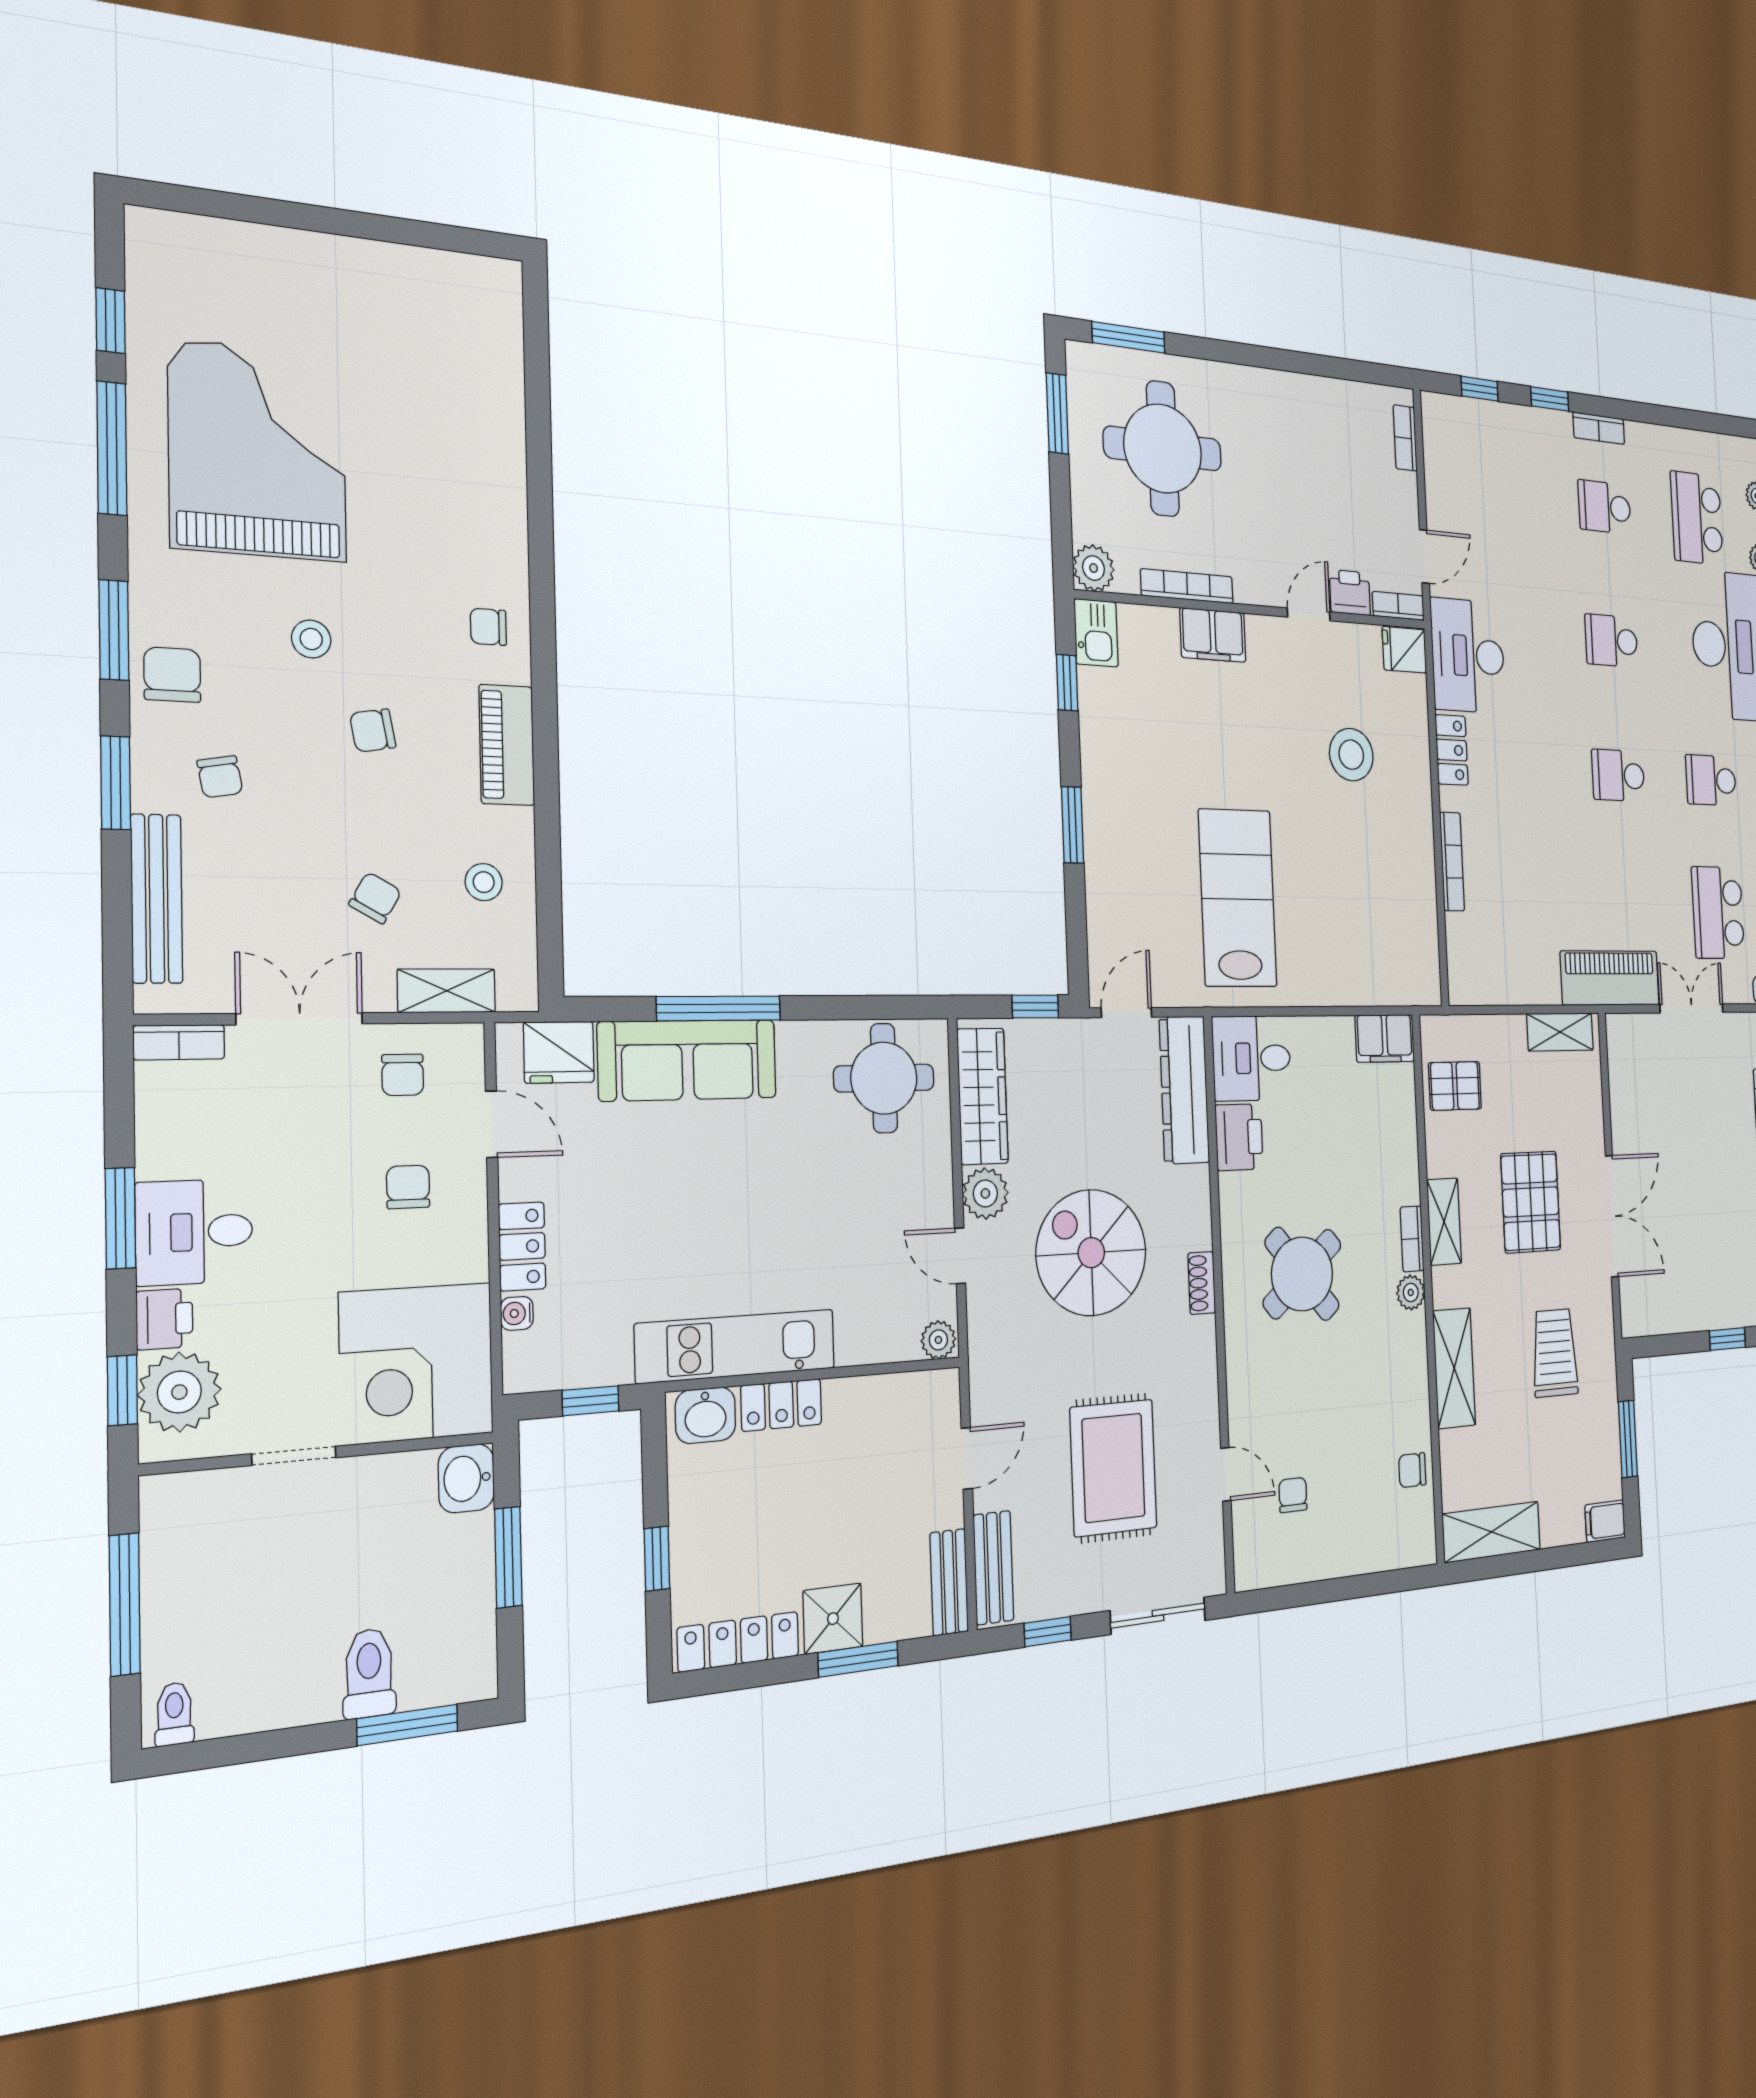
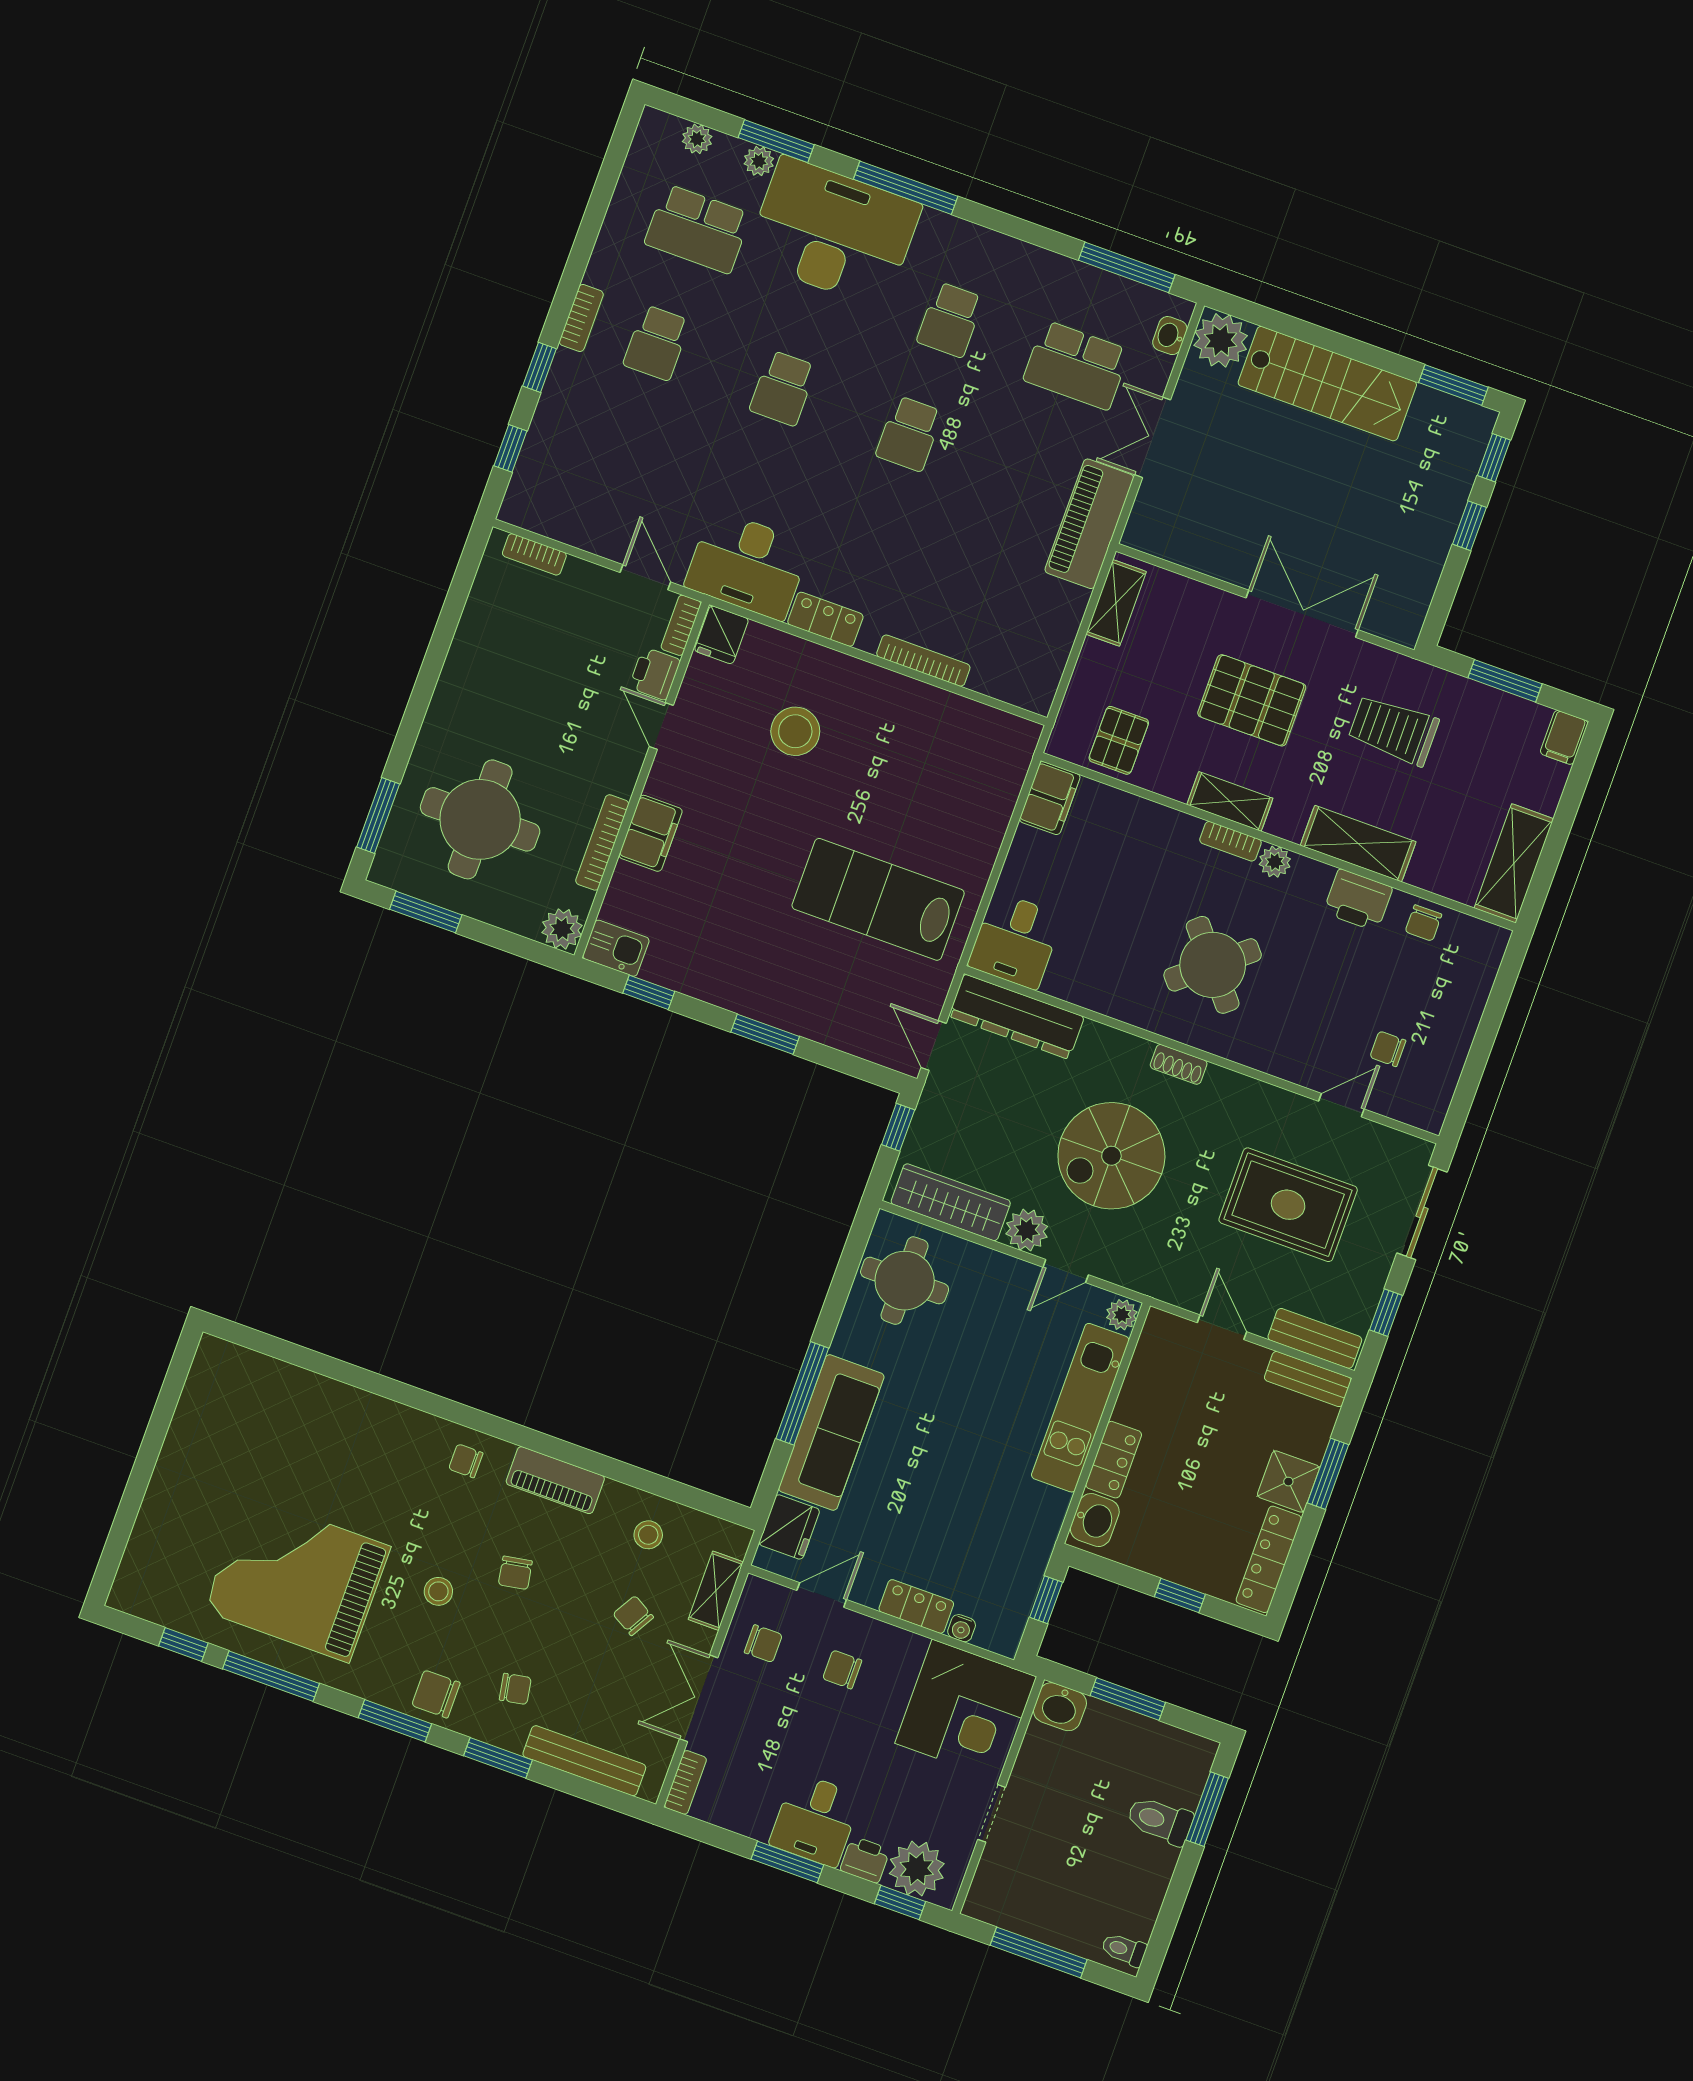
chair: (488, 627) -> (466, 1461), turned 90
printer: (1239, 1137) -> (1358, 900), moved, turned 180
kitchen unit: (736, 1346) -> (1080, 1408), moved

